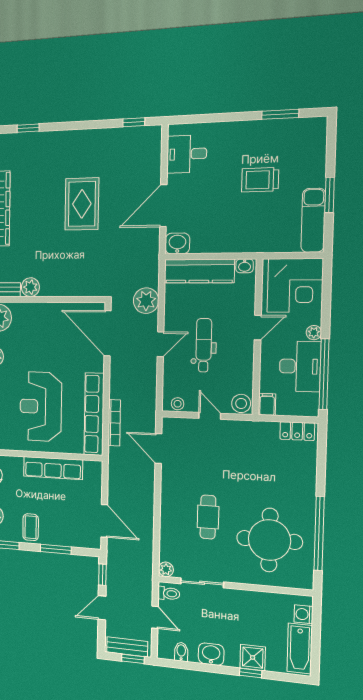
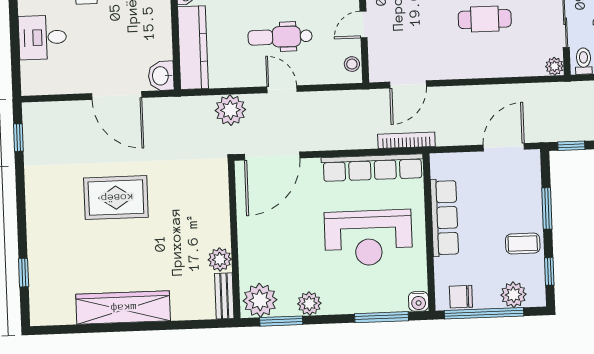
desk: (187, 154) -> (43, 37), moved, turned 90
bookcase: (114, 423) -> (406, 140), moved

